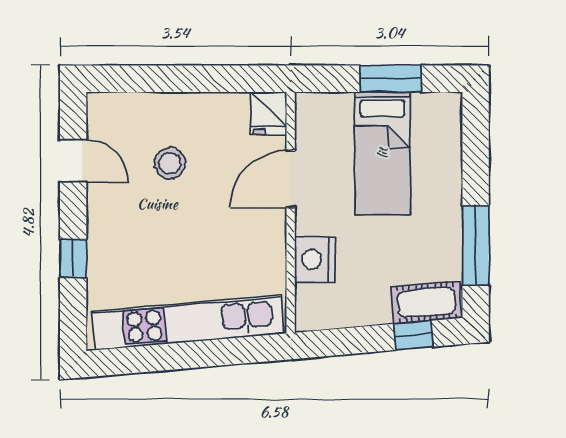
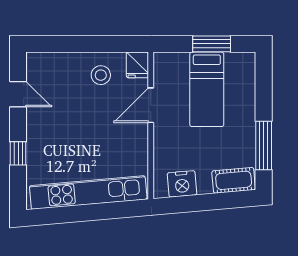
stool: (170, 163) -> (101, 75), moved
nightstand: (315, 259) -> (182, 184), moved, turned -95
window: (413, 335) -> (225, 200), removed

